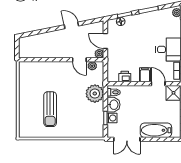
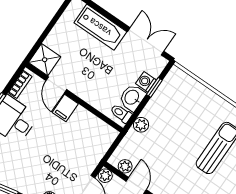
printer: (125, 77) -> (93, 124), removed
plant: (95, 94) -> (141, 125), width x0.53, depth x0.53

